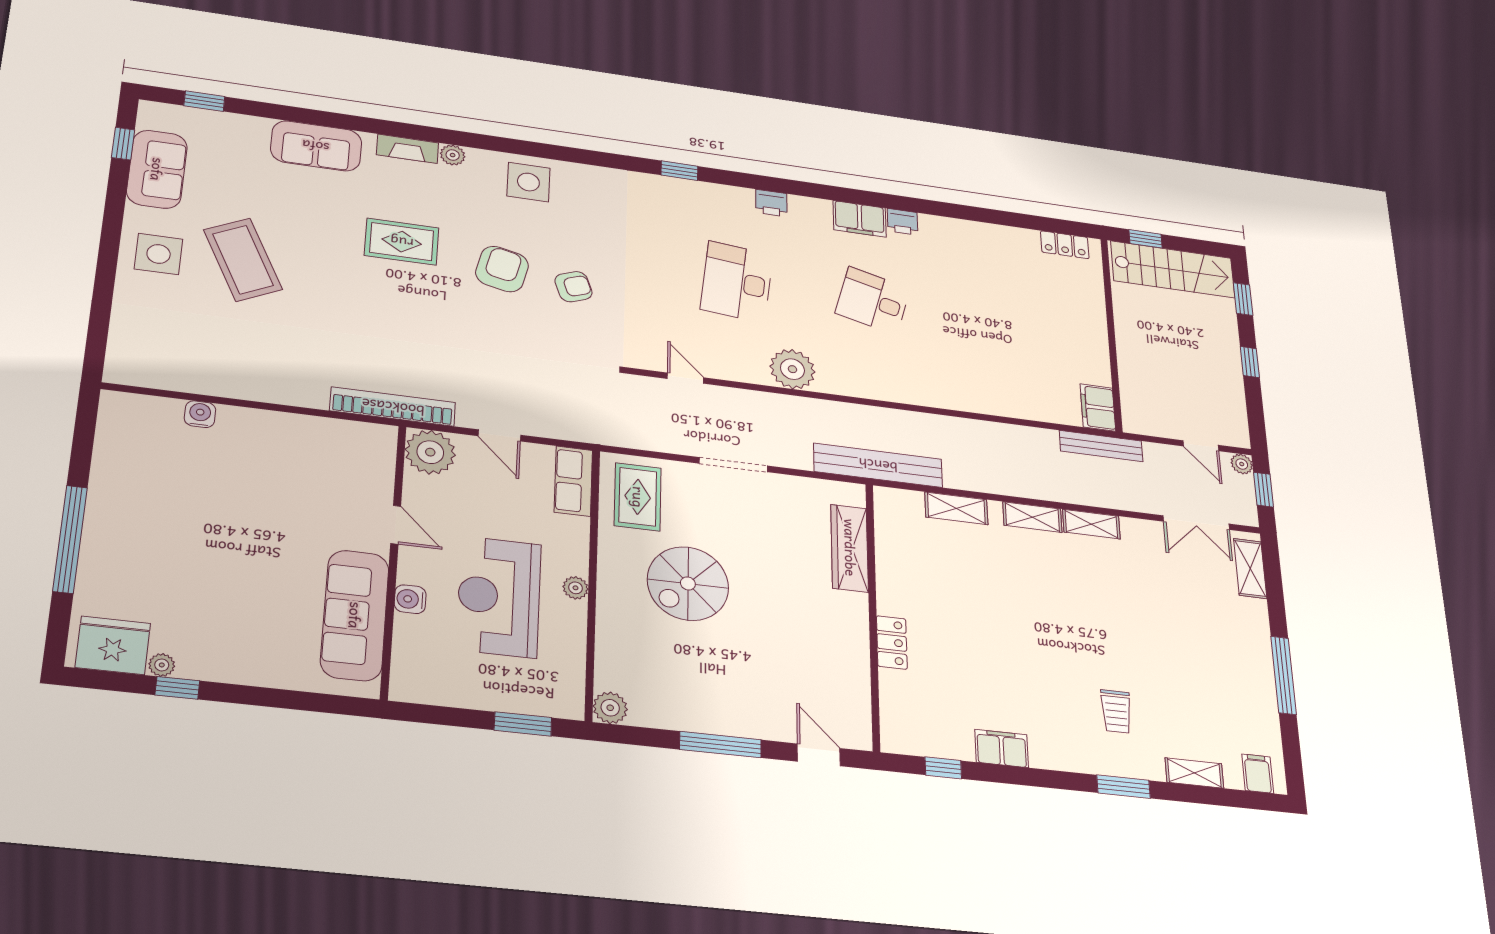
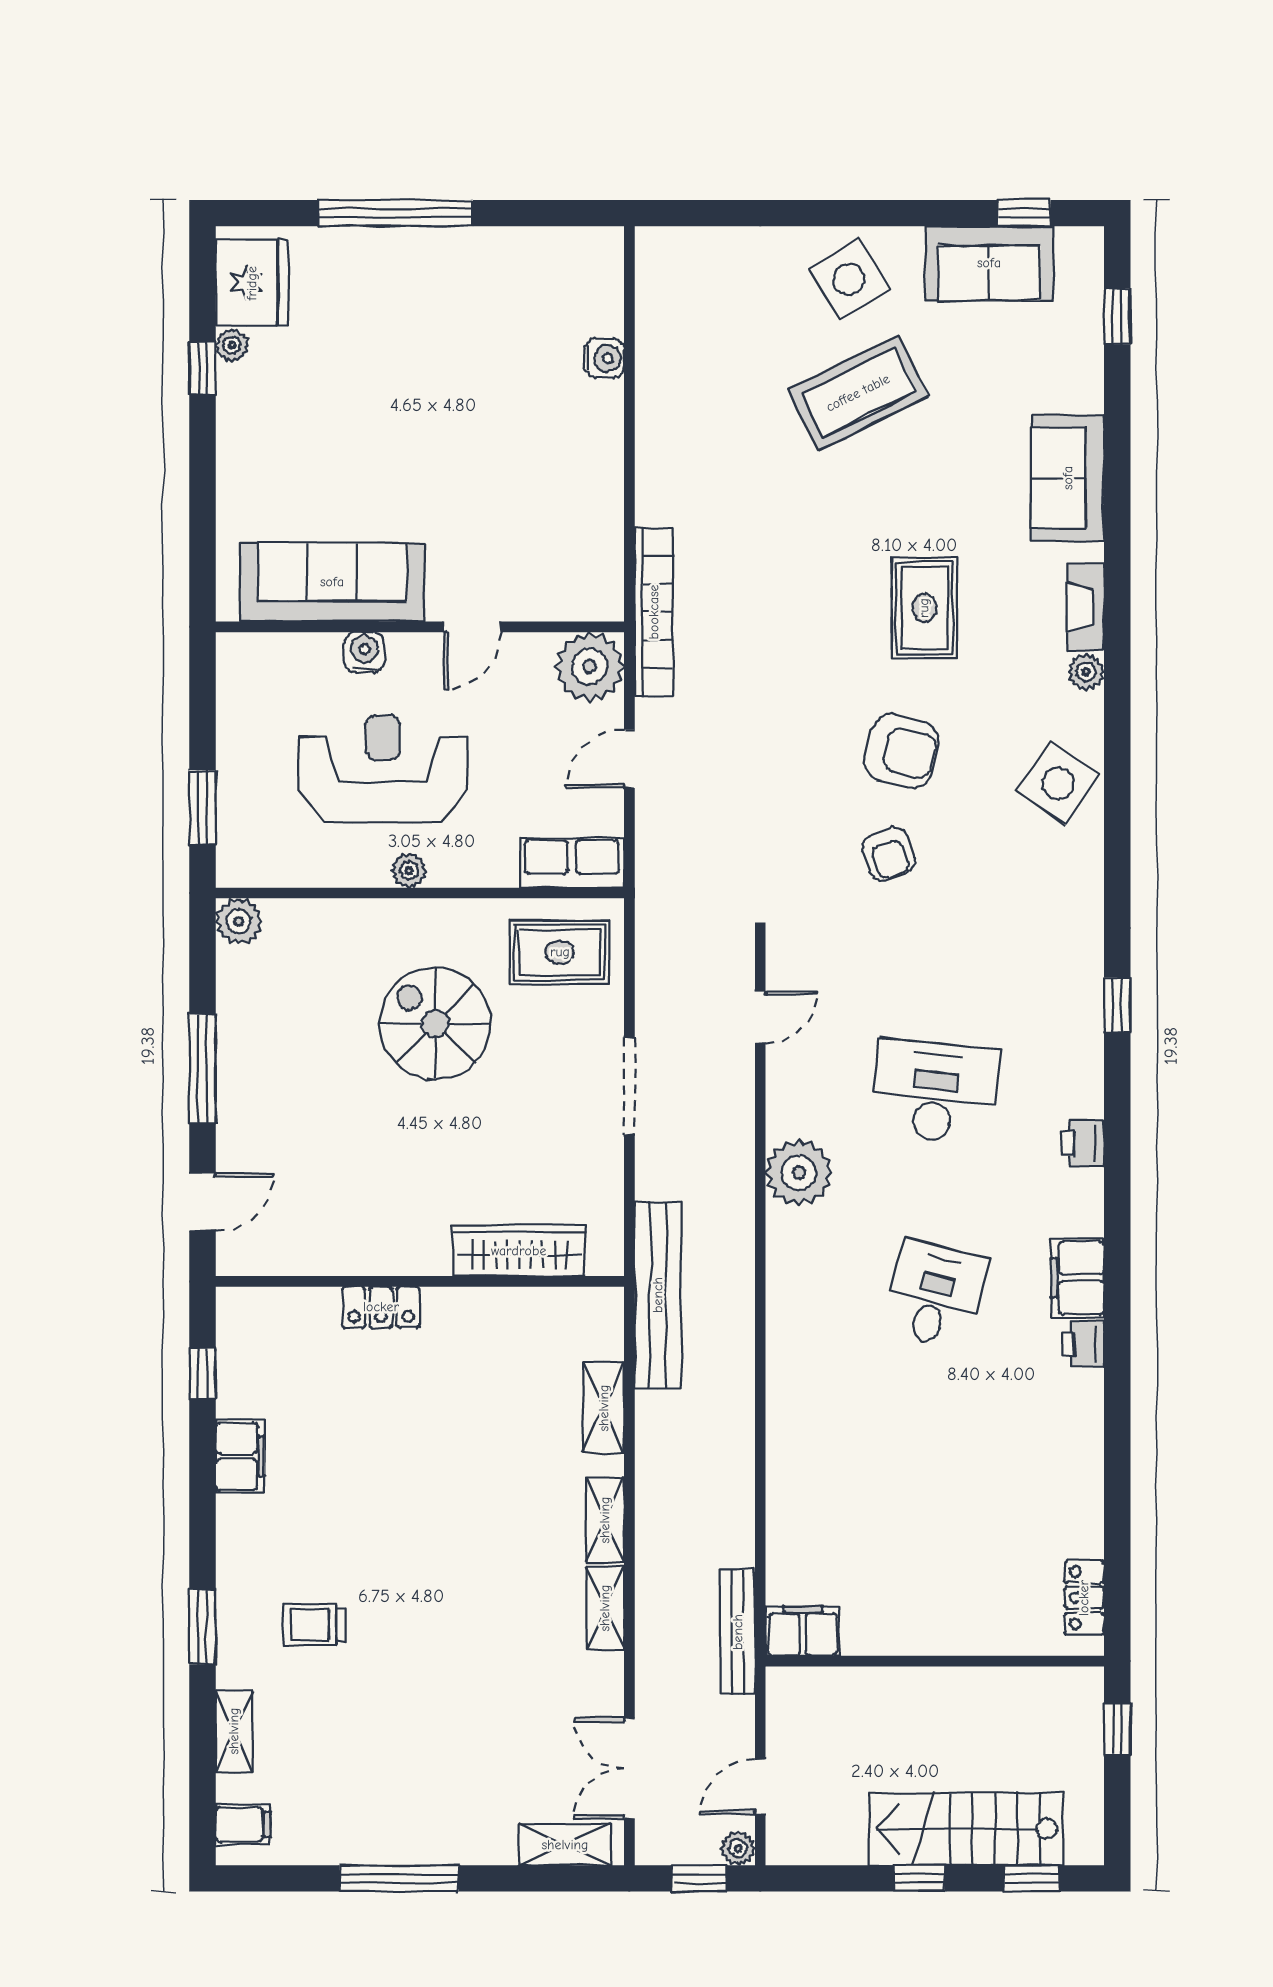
side table: (528, 182) -> (1058, 783), turned 34
side table: (159, 254) -> (849, 279), turned -32
stairs: (1173, 269) -> (966, 1829), moved, turned 90

